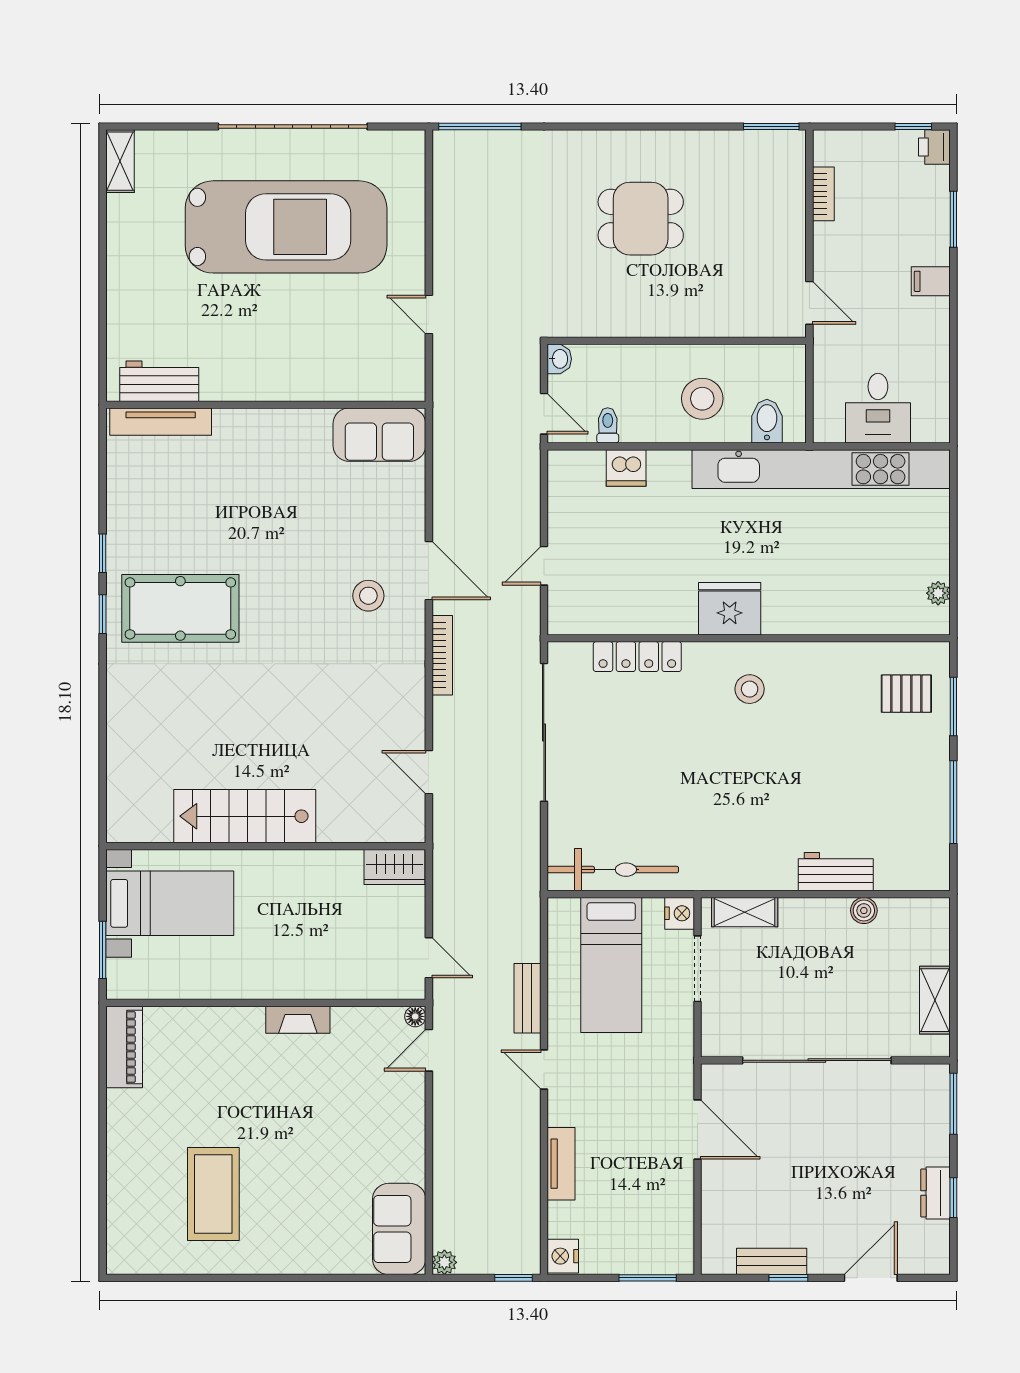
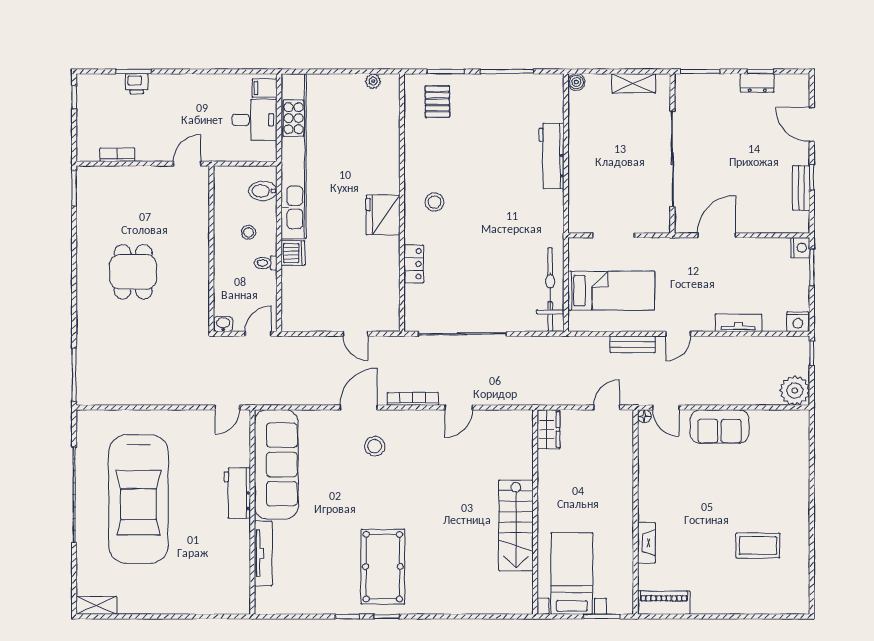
printer: (934, 147) -> (137, 84), moved
car: (286, 227) -> (138, 499), turned 180
filing cabinet: (931, 281) -> (265, 88), moved, turned 90
door: (429, 315) -> (227, 408), moved
workbench: (159, 381) -> (237, 493), moved
stool: (702, 399) -> (249, 232), width x0.53, depth x0.53
tv unit: (161, 422) -> (263, 553), moved
toilet: (608, 425) -> (266, 263), moved
sofa: (379, 435) -> (276, 464), width x1.85, depth x1.27
dishwasher: (626, 468) -> (293, 253), moved
locker: (637, 657) -> (414, 264), width x0.66
door: (429, 772) -> (459, 408), moved
workbench: (836, 872) -> (551, 156), width x1.38
boiler: (864, 911) -> (576, 82), moved
shelving: (745, 912) -> (577, 205), removed
nightstand: (680, 913) -> (800, 248), moved, turned 90
fireplace: (298, 1020) -> (646, 543), moved
coffee table: (213, 1194) -> (758, 546), width x0.73, depth x0.76
sofa: (399, 1229) -> (720, 427), moved
plant: (444, 1262) -> (795, 391), width x1.88, depth x1.88

